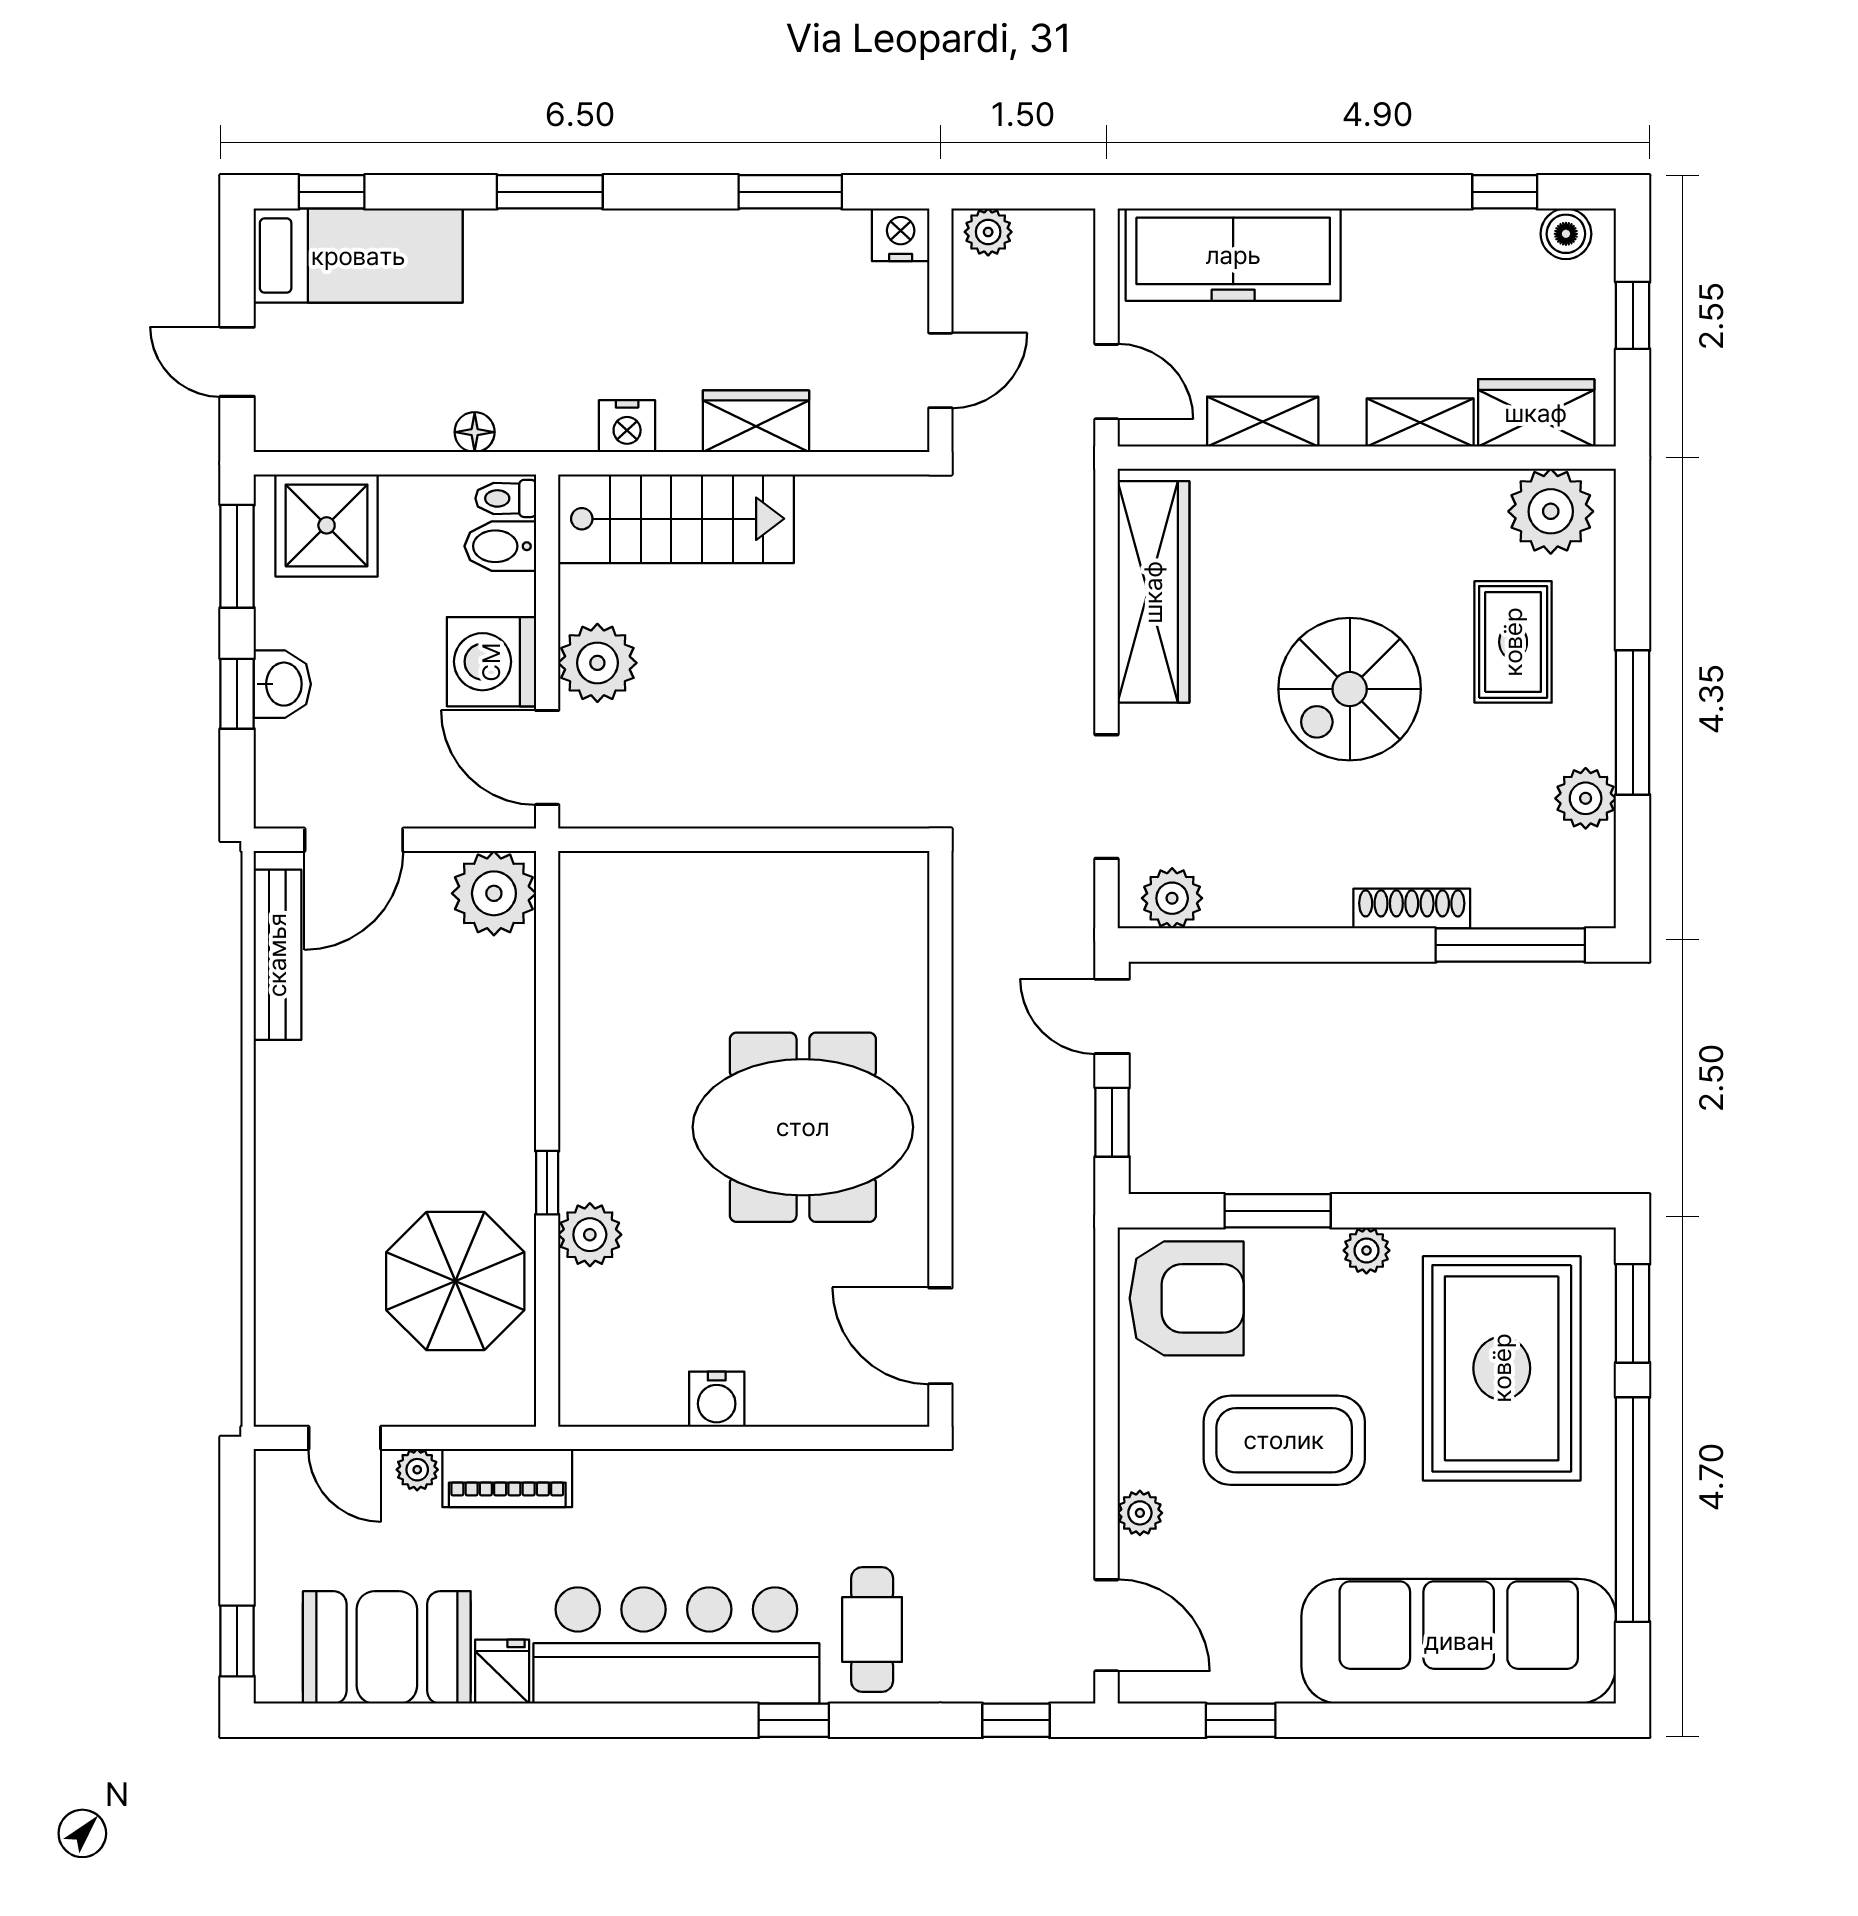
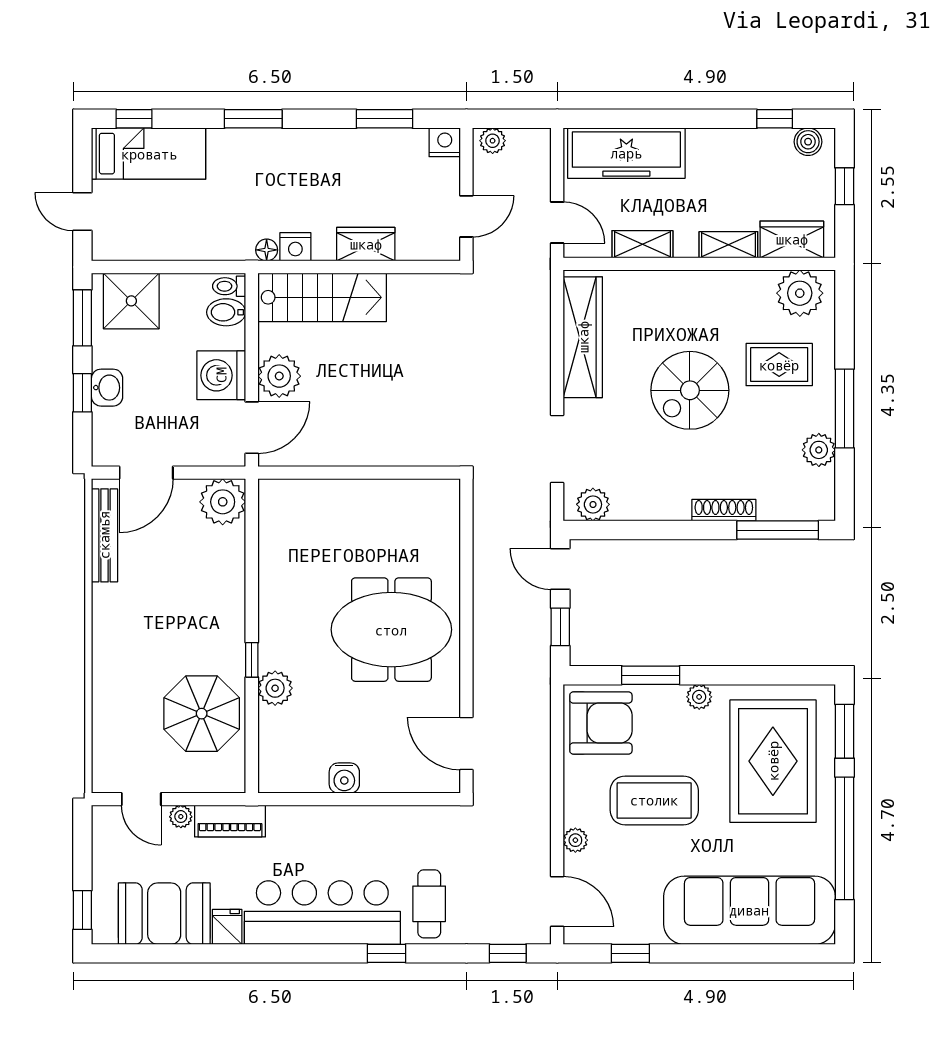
floor lamp: (475, 432) -> (267, 250), moved
rug: (1513, 642) -> (779, 365), turned 90
door: (547, 757) -> (252, 428), swing flipped

